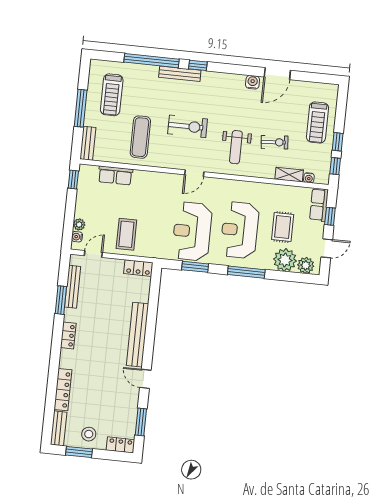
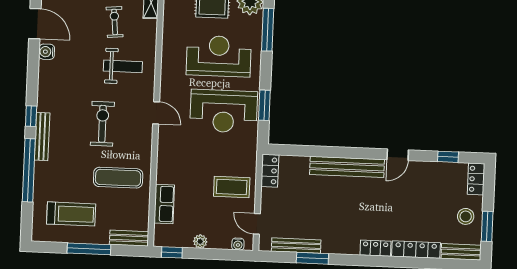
plant: (79, 225) -> (200, 241), moved
reception desk: (240, 230) -> (219, 56), turned 180
window: (246, 272) -> (268, 30), moved
locker: (68, 335) -> (375, 248), moved
window: (141, 422) -> (448, 157), width x0.67

